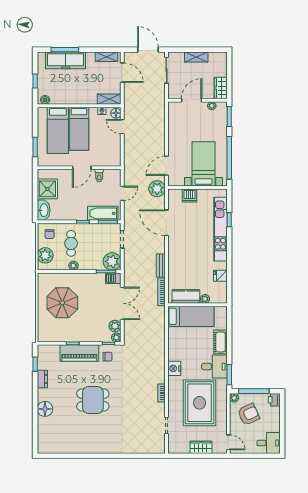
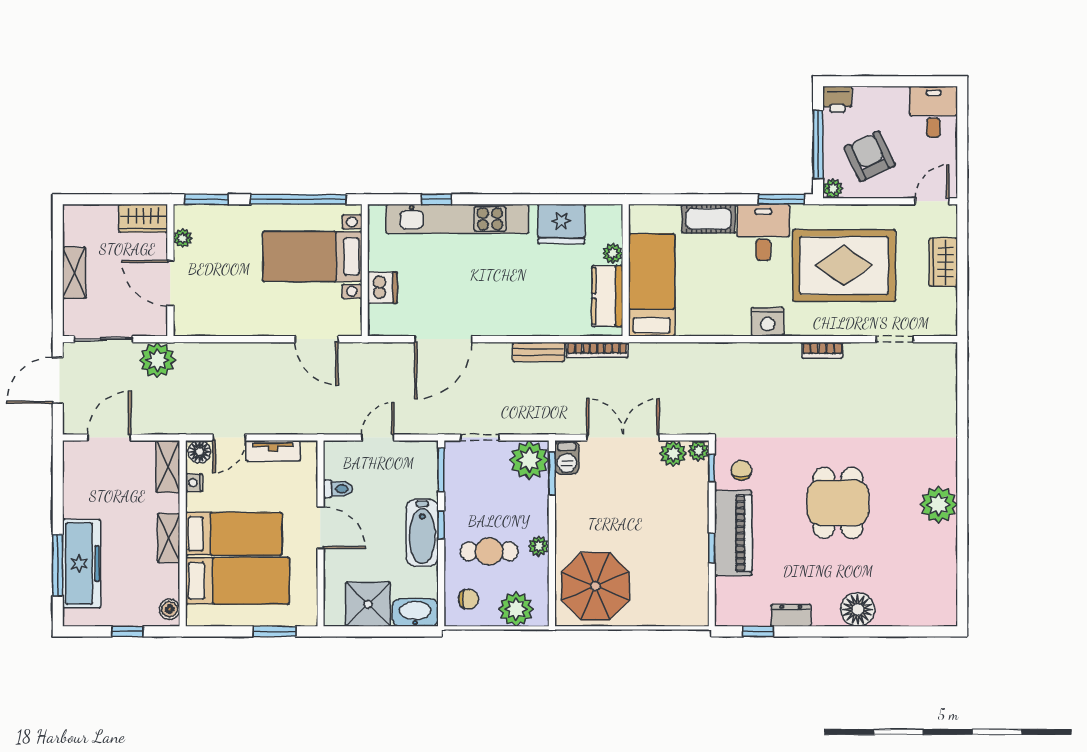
shelving: (107, 57) -> (169, 538), moved
tv unit: (116, 146) -> (273, 451), added
plant: (157, 189) -> (157, 360), moved
door: (122, 193) -> (378, 438), hinge flipped
bathtub: (103, 213) -> (422, 533), moved
fridge: (220, 276) -> (561, 224), width x1.88, depth x1.34
parasol: (62, 303) -> (595, 586), moved
plant: (92, 445) -> (939, 505), added

